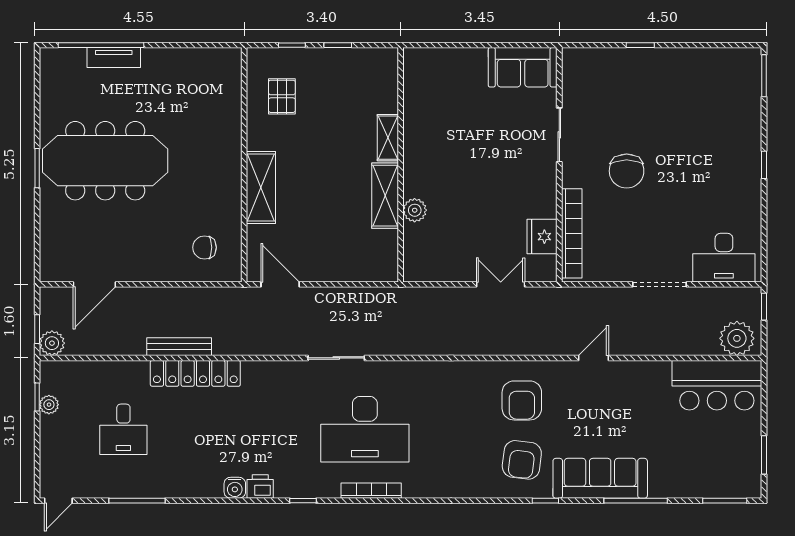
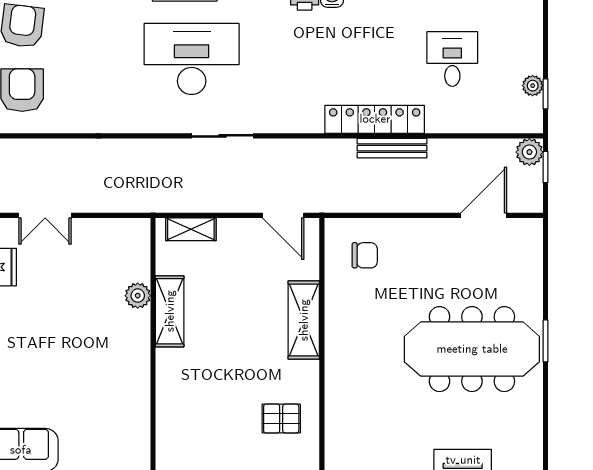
pallet: (282, 96) -> (281, 419), turned 90
shelving: (388, 138) -> (191, 229), moved, turned 90

